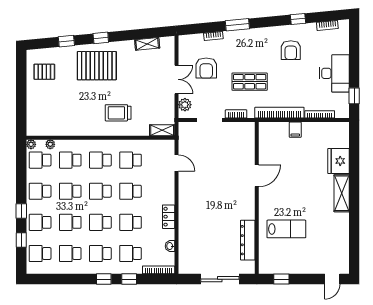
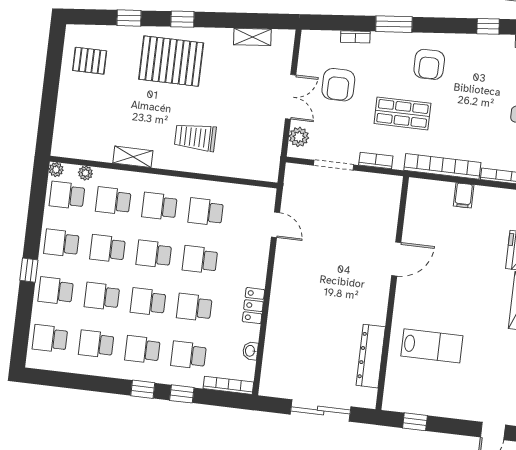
armchair: (291, 50) -> (429, 64), moved
shelving: (162, 130) -> (133, 157), moved
window: (21, 240) -> (24, 314), removed

